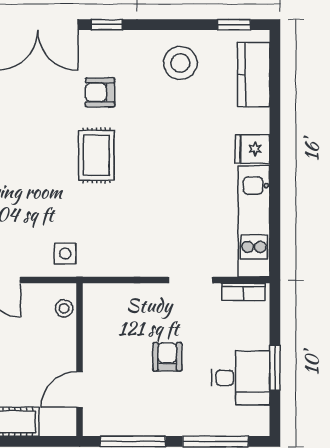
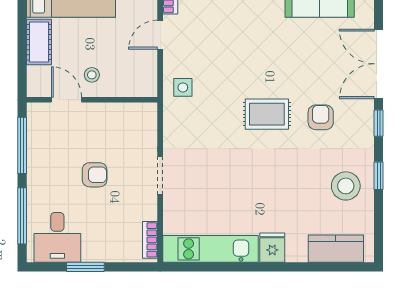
window: (234, 25) -> (379, 176), moved
doorway: (190, 280) -> (160, 176), moved
stool: (64, 308) -> (92, 75), moved
desk: (240, 378) -> (57, 237), moved

